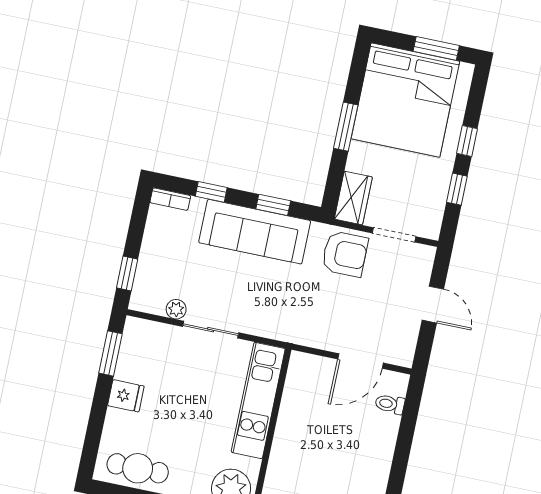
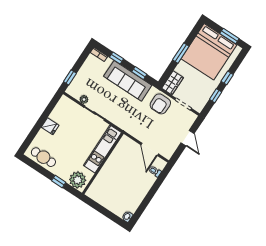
armchair: (345, 254) -> (160, 104), turned 90
window: (110, 353) -> (51, 107), removed
door: (360, 361) -> (150, 149), hinge flipped

